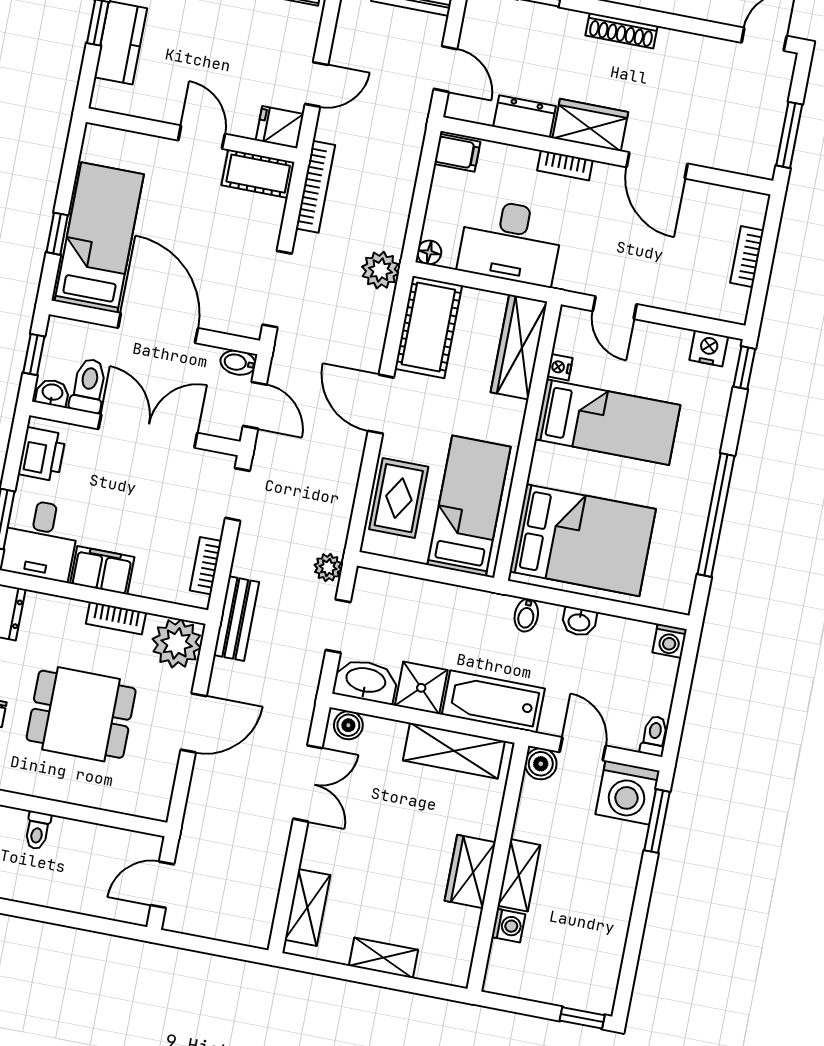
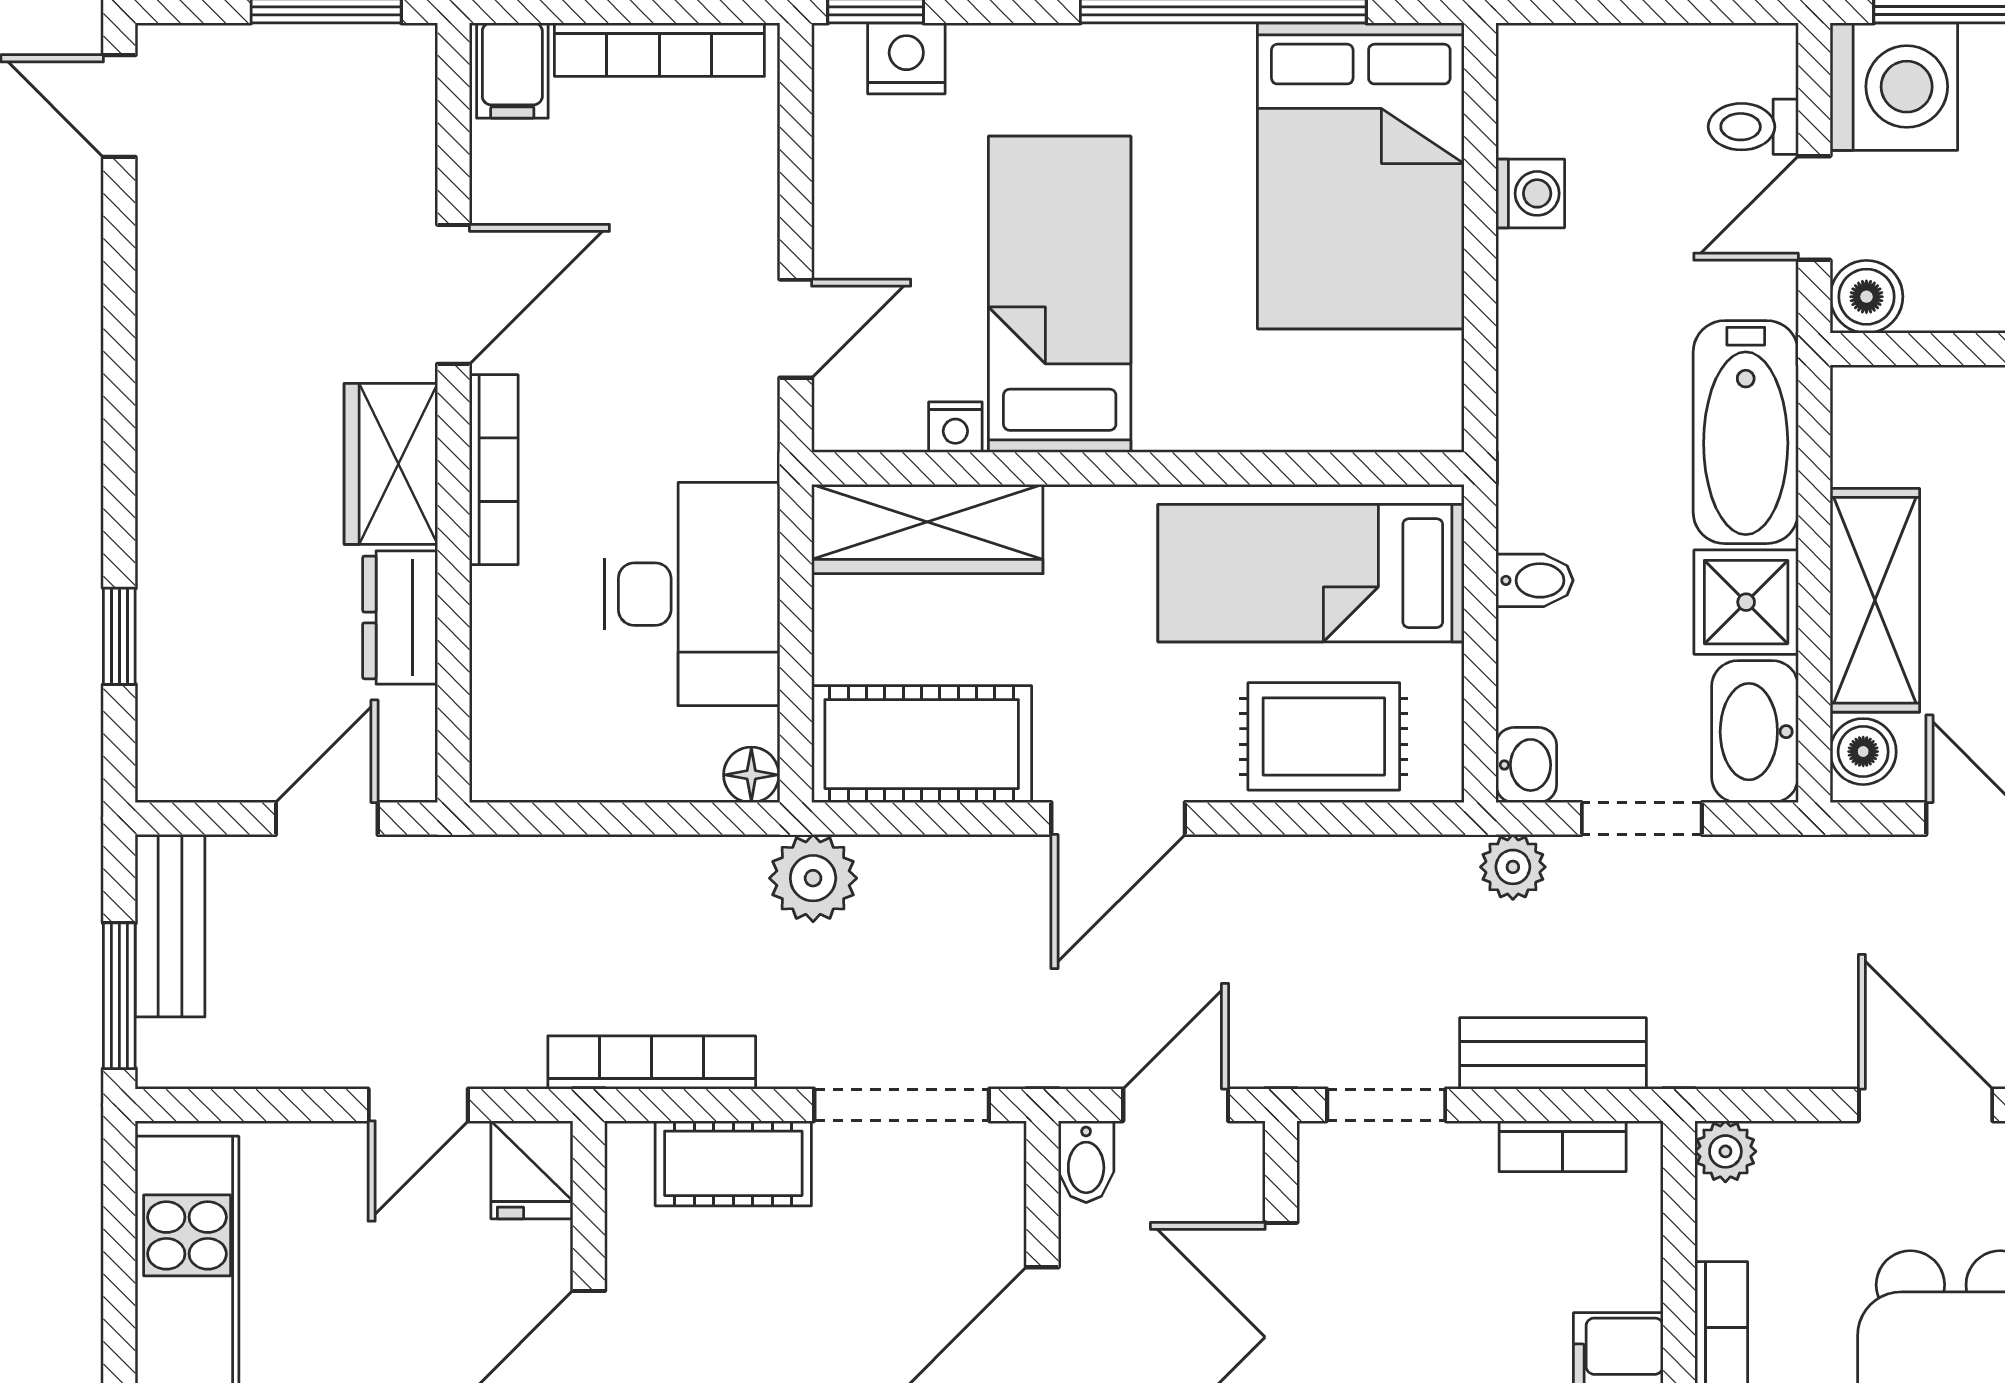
shoe rack: (621, 31) -> (162, 434), removed
door: (317, 84) -> (418, 1105), swing flipped
filing cabinet: (457, 153) -> (512, 70), moved, turned 180
bookcase: (565, 165) -> (494, 470), width x1.56
cot: (258, 174) -> (733, 1163), moved, turned 90
bookcase: (747, 257) -> (659, 50), width x1.56
nightstand: (709, 348) -> (906, 58), moved, turned 90
bed: (583, 540) -> (1361, 176), moved, turned 180
bidet: (526, 615) -> (1535, 580), moved
bench: (236, 619) -> (1553, 1053), moved
washbasin: (579, 622) -> (1526, 765), moved
washing machine: (670, 641) -> (1530, 193), moved
plant: (177, 643) -> (1725, 1151), width x0.53, depth x0.53
toilet: (654, 736) -> (1753, 127), moved
shelving: (454, 751) -> (1875, 600), moved

